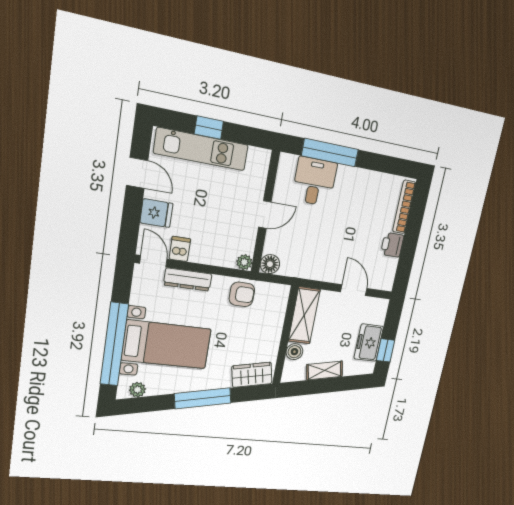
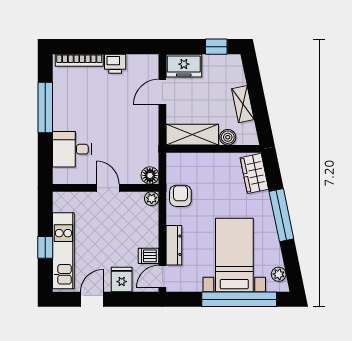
window: (330, 153) -> (45, 108), moved
freezer: (369, 343) -> (184, 66), moved

